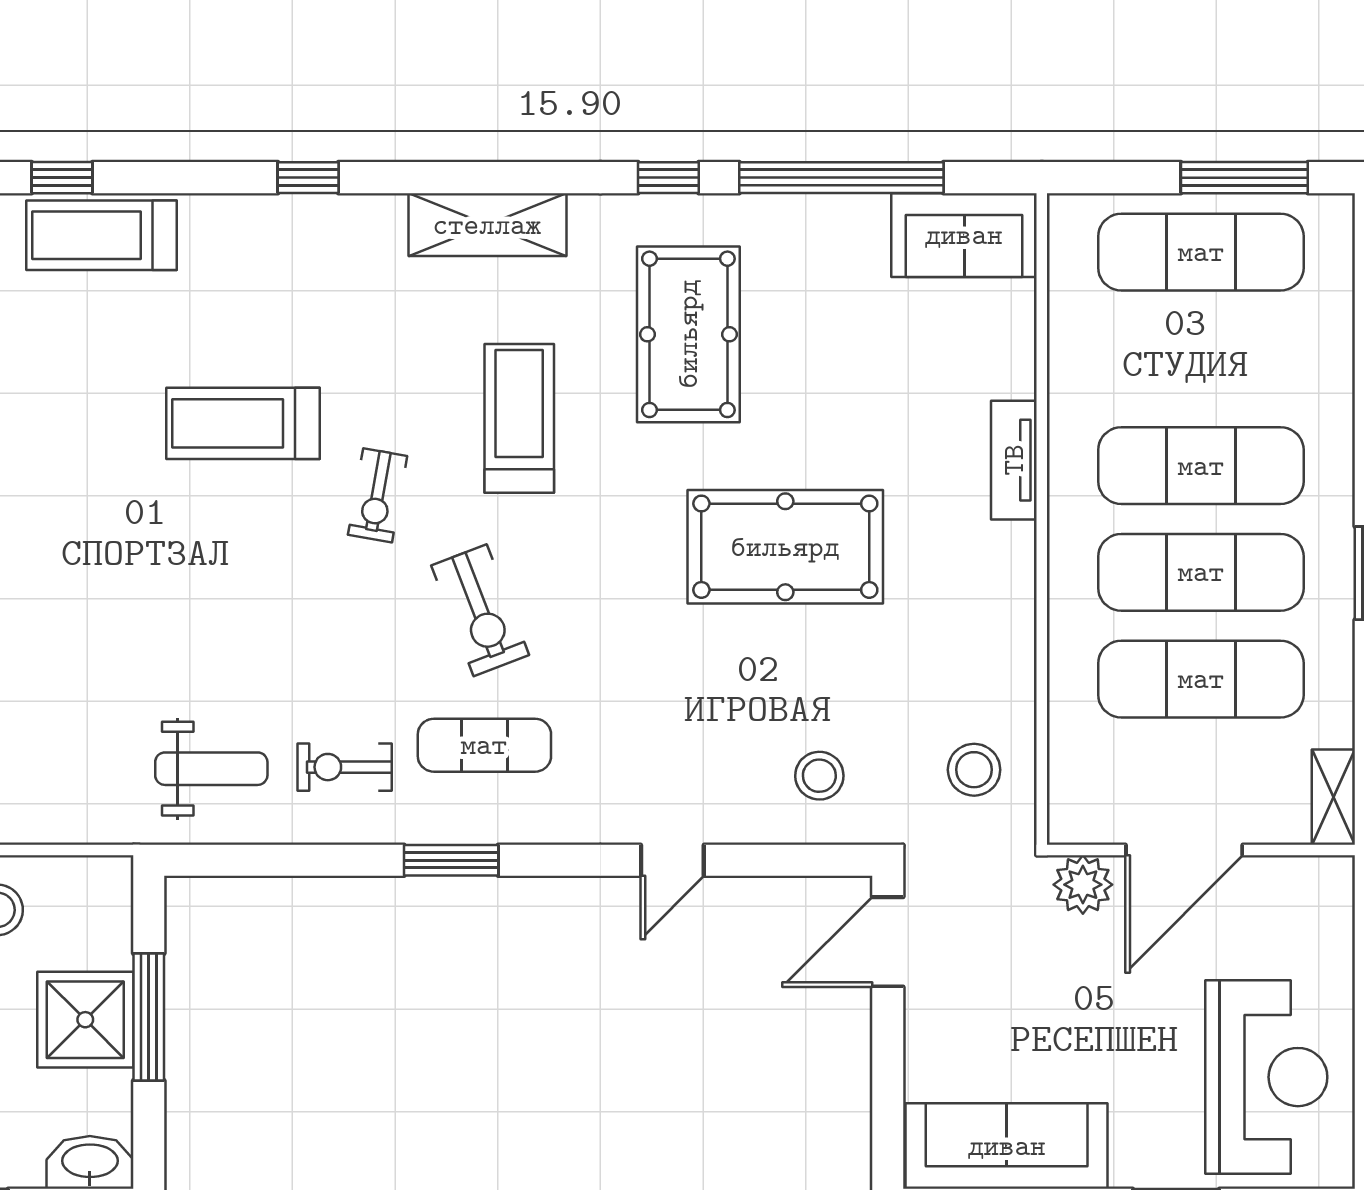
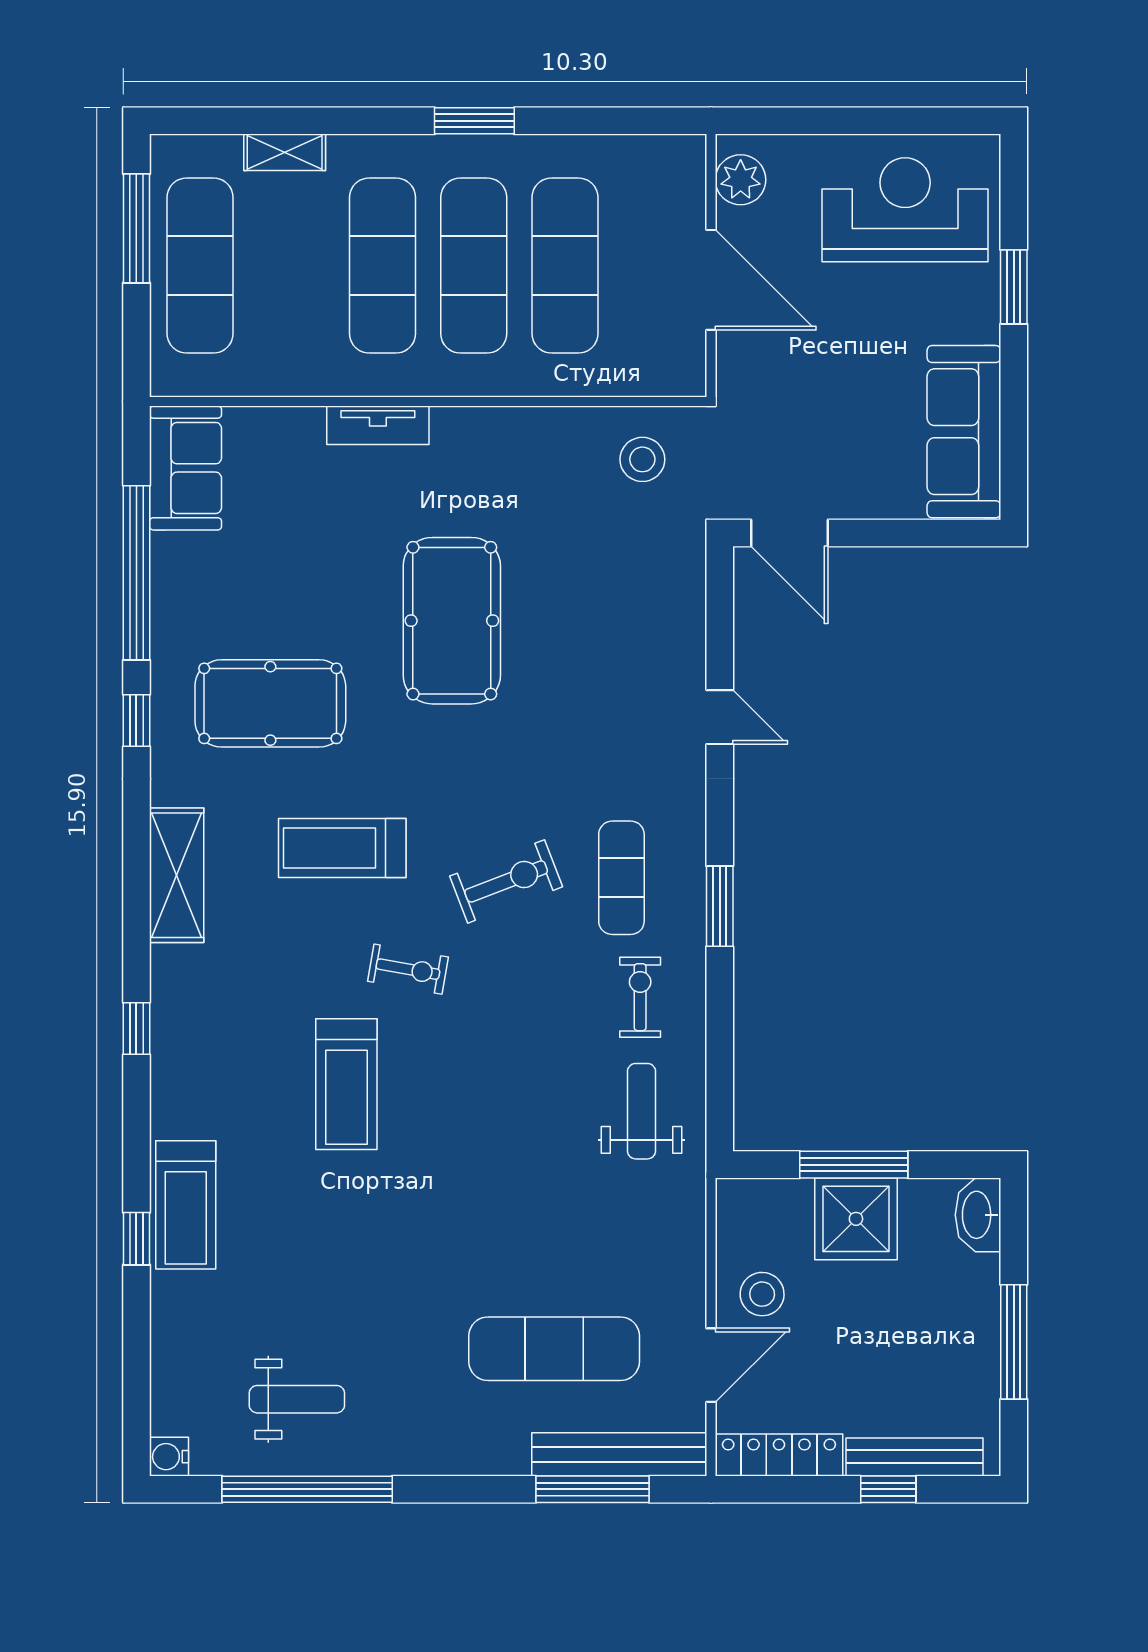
exercise bike: (345, 767) -> (640, 997), turned 180
stool: (819, 776) -> (647, 592), removed
shelving: (1333, 797) -> (285, 152), moved
plant: (1083, 885) -> (741, 180), moved

